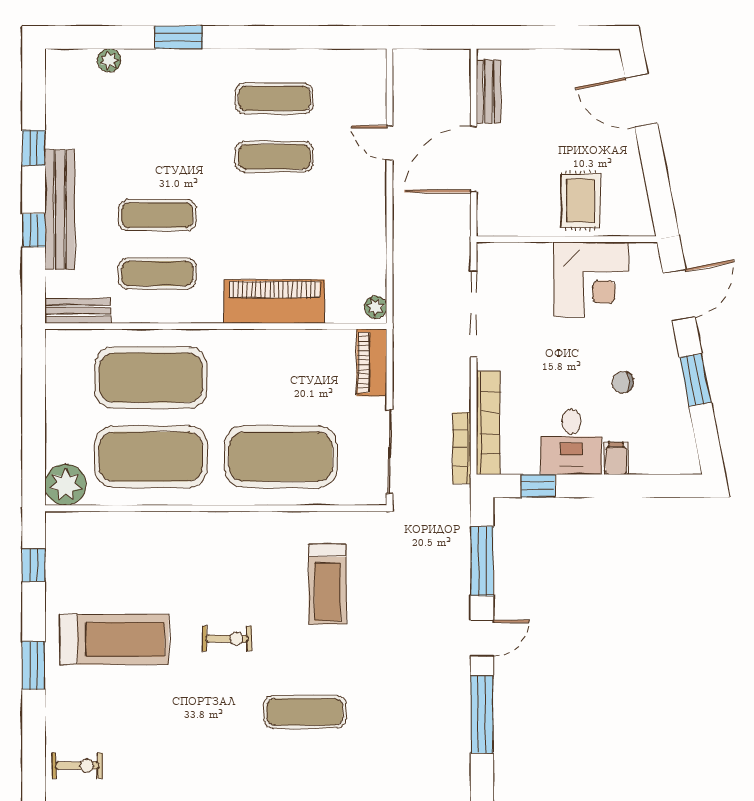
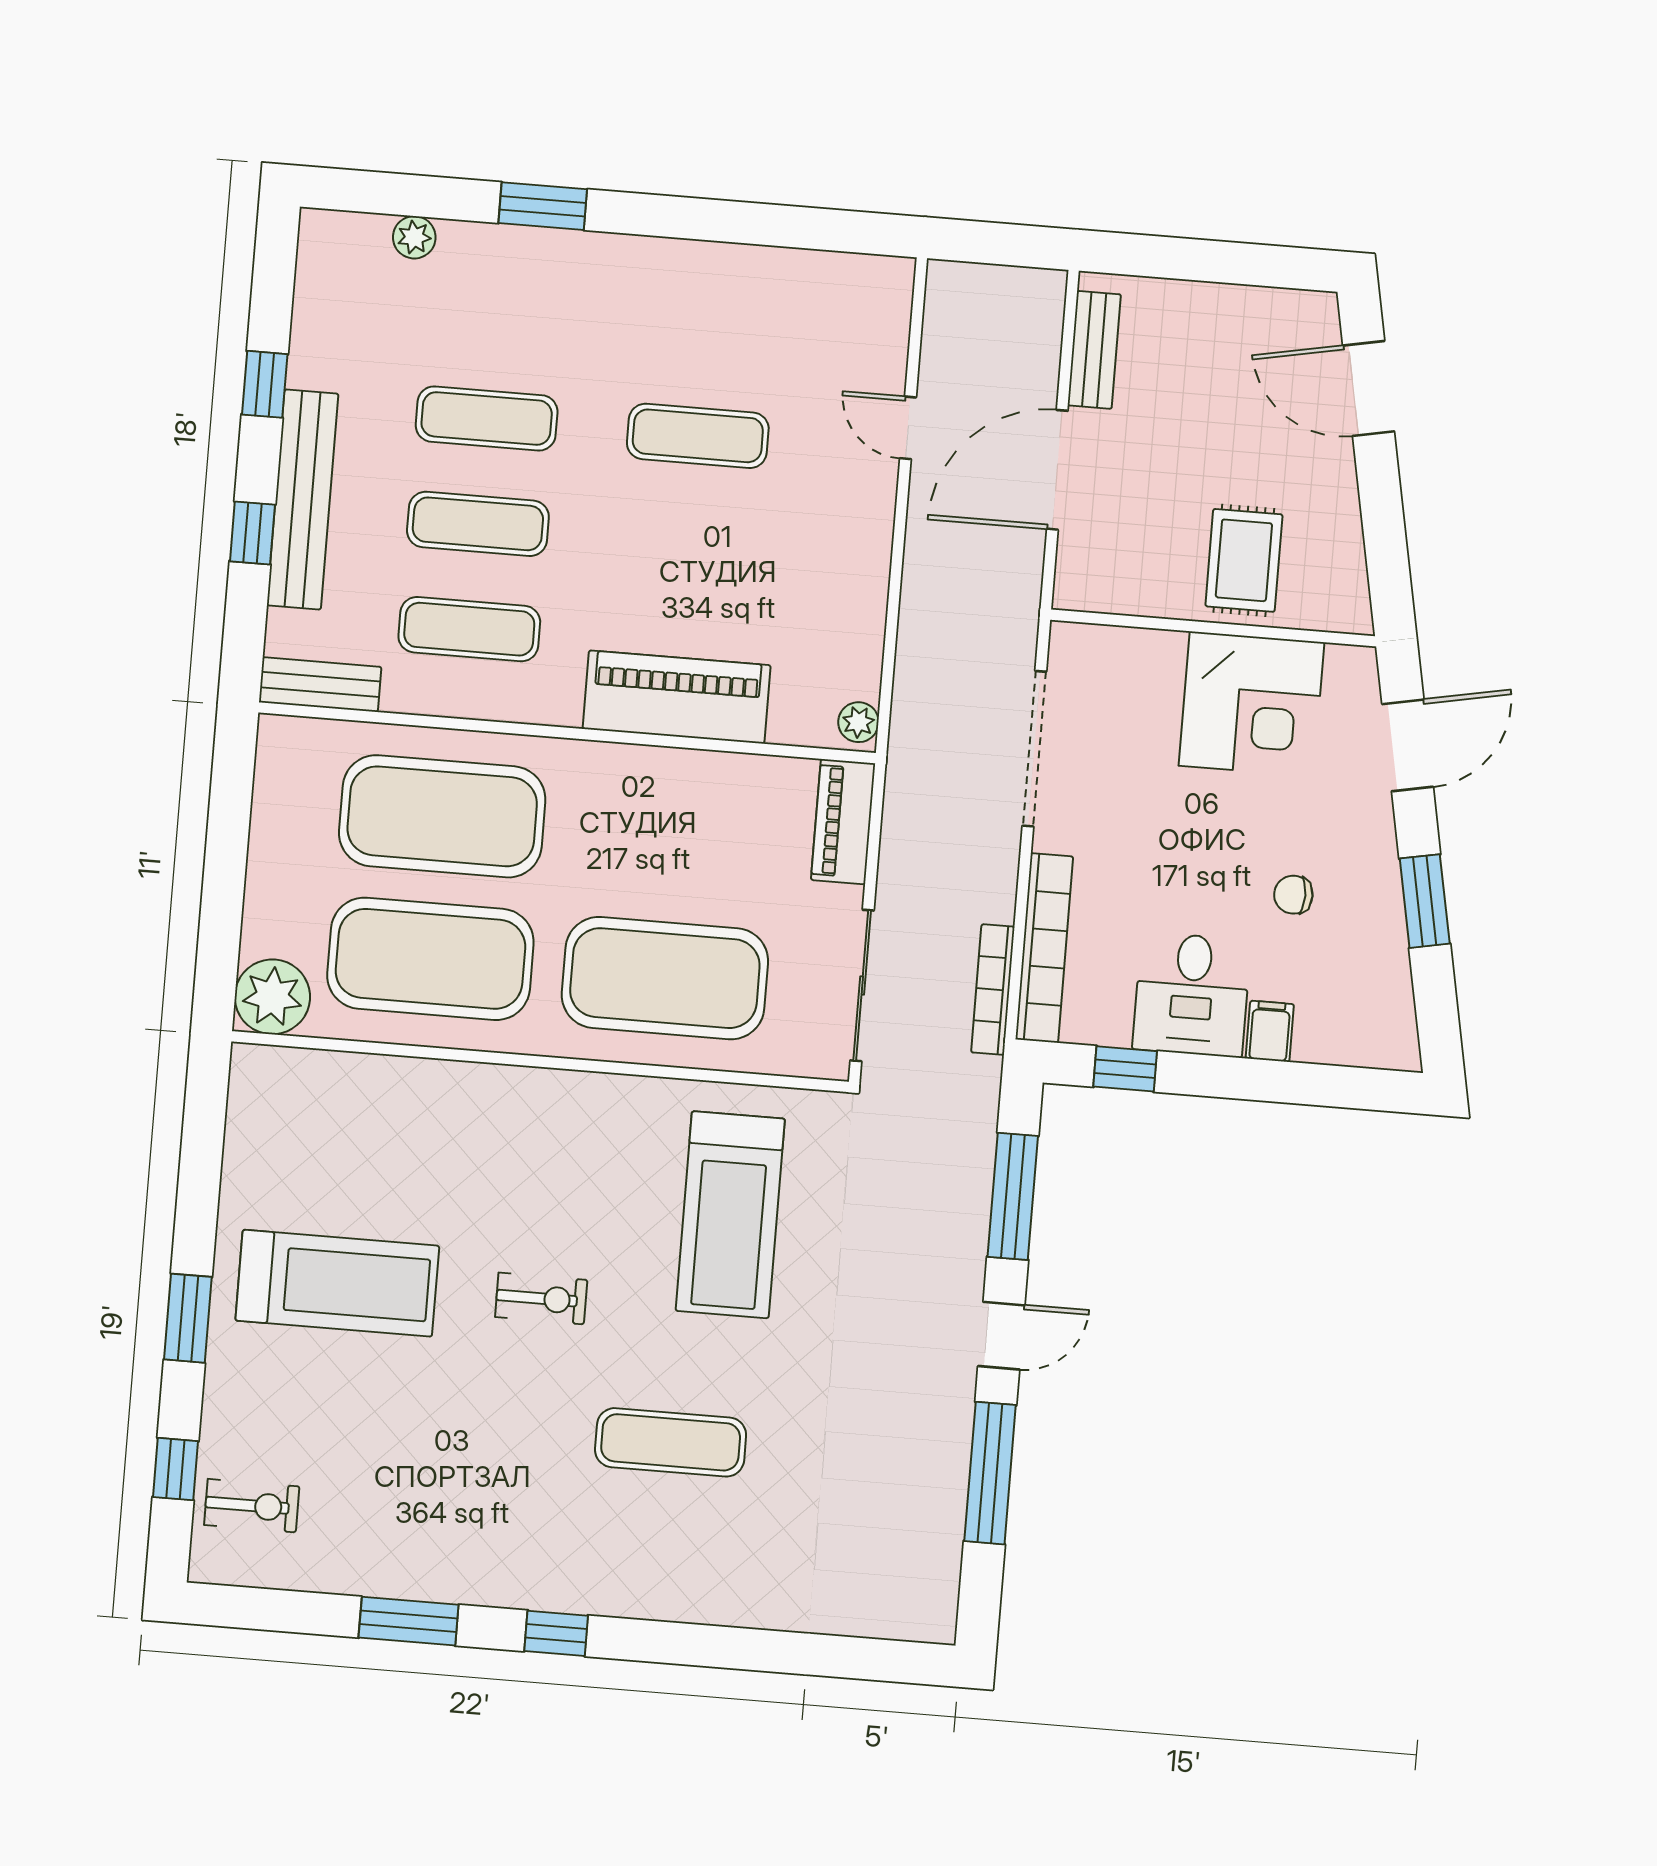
exercise mat: (274, 98) -> (487, 418), moved
window: (34, 565) -> (175, 1469), moved
treadmill: (327, 584) -> (730, 1215), width x1.37, depth x1.38

